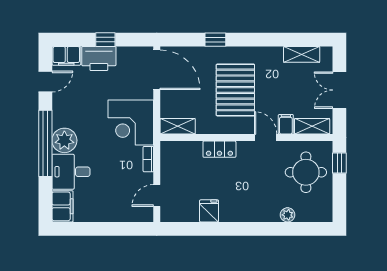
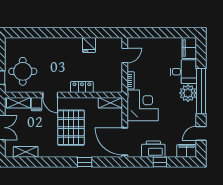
printer: (99, 58) -> (153, 149), moved
plant: (288, 215) -> (35, 42), removed

